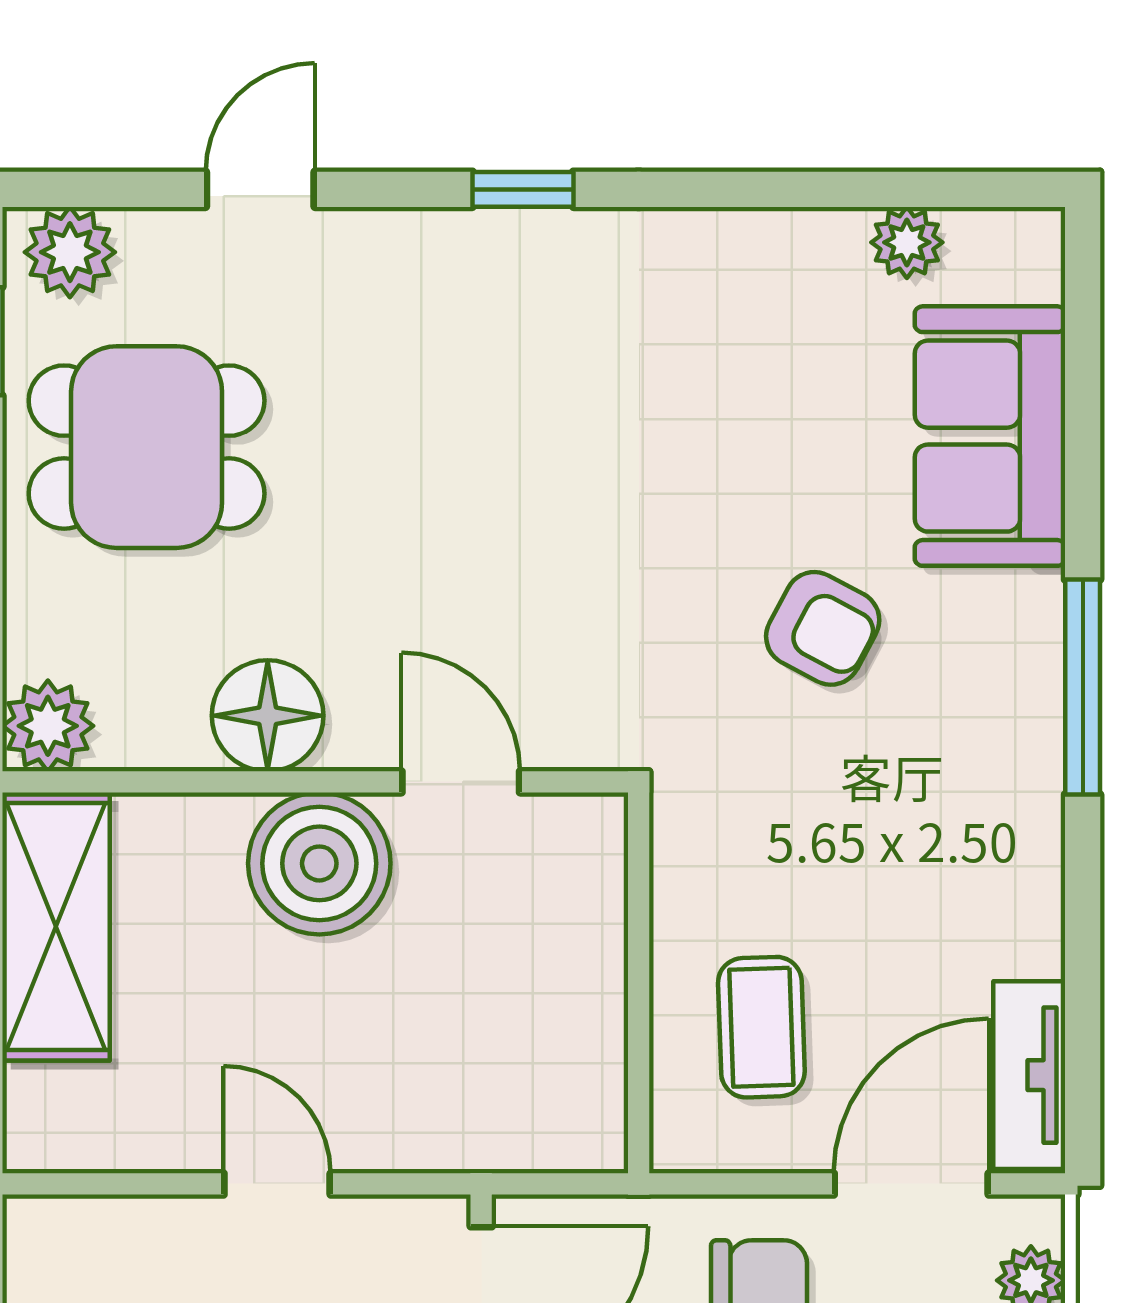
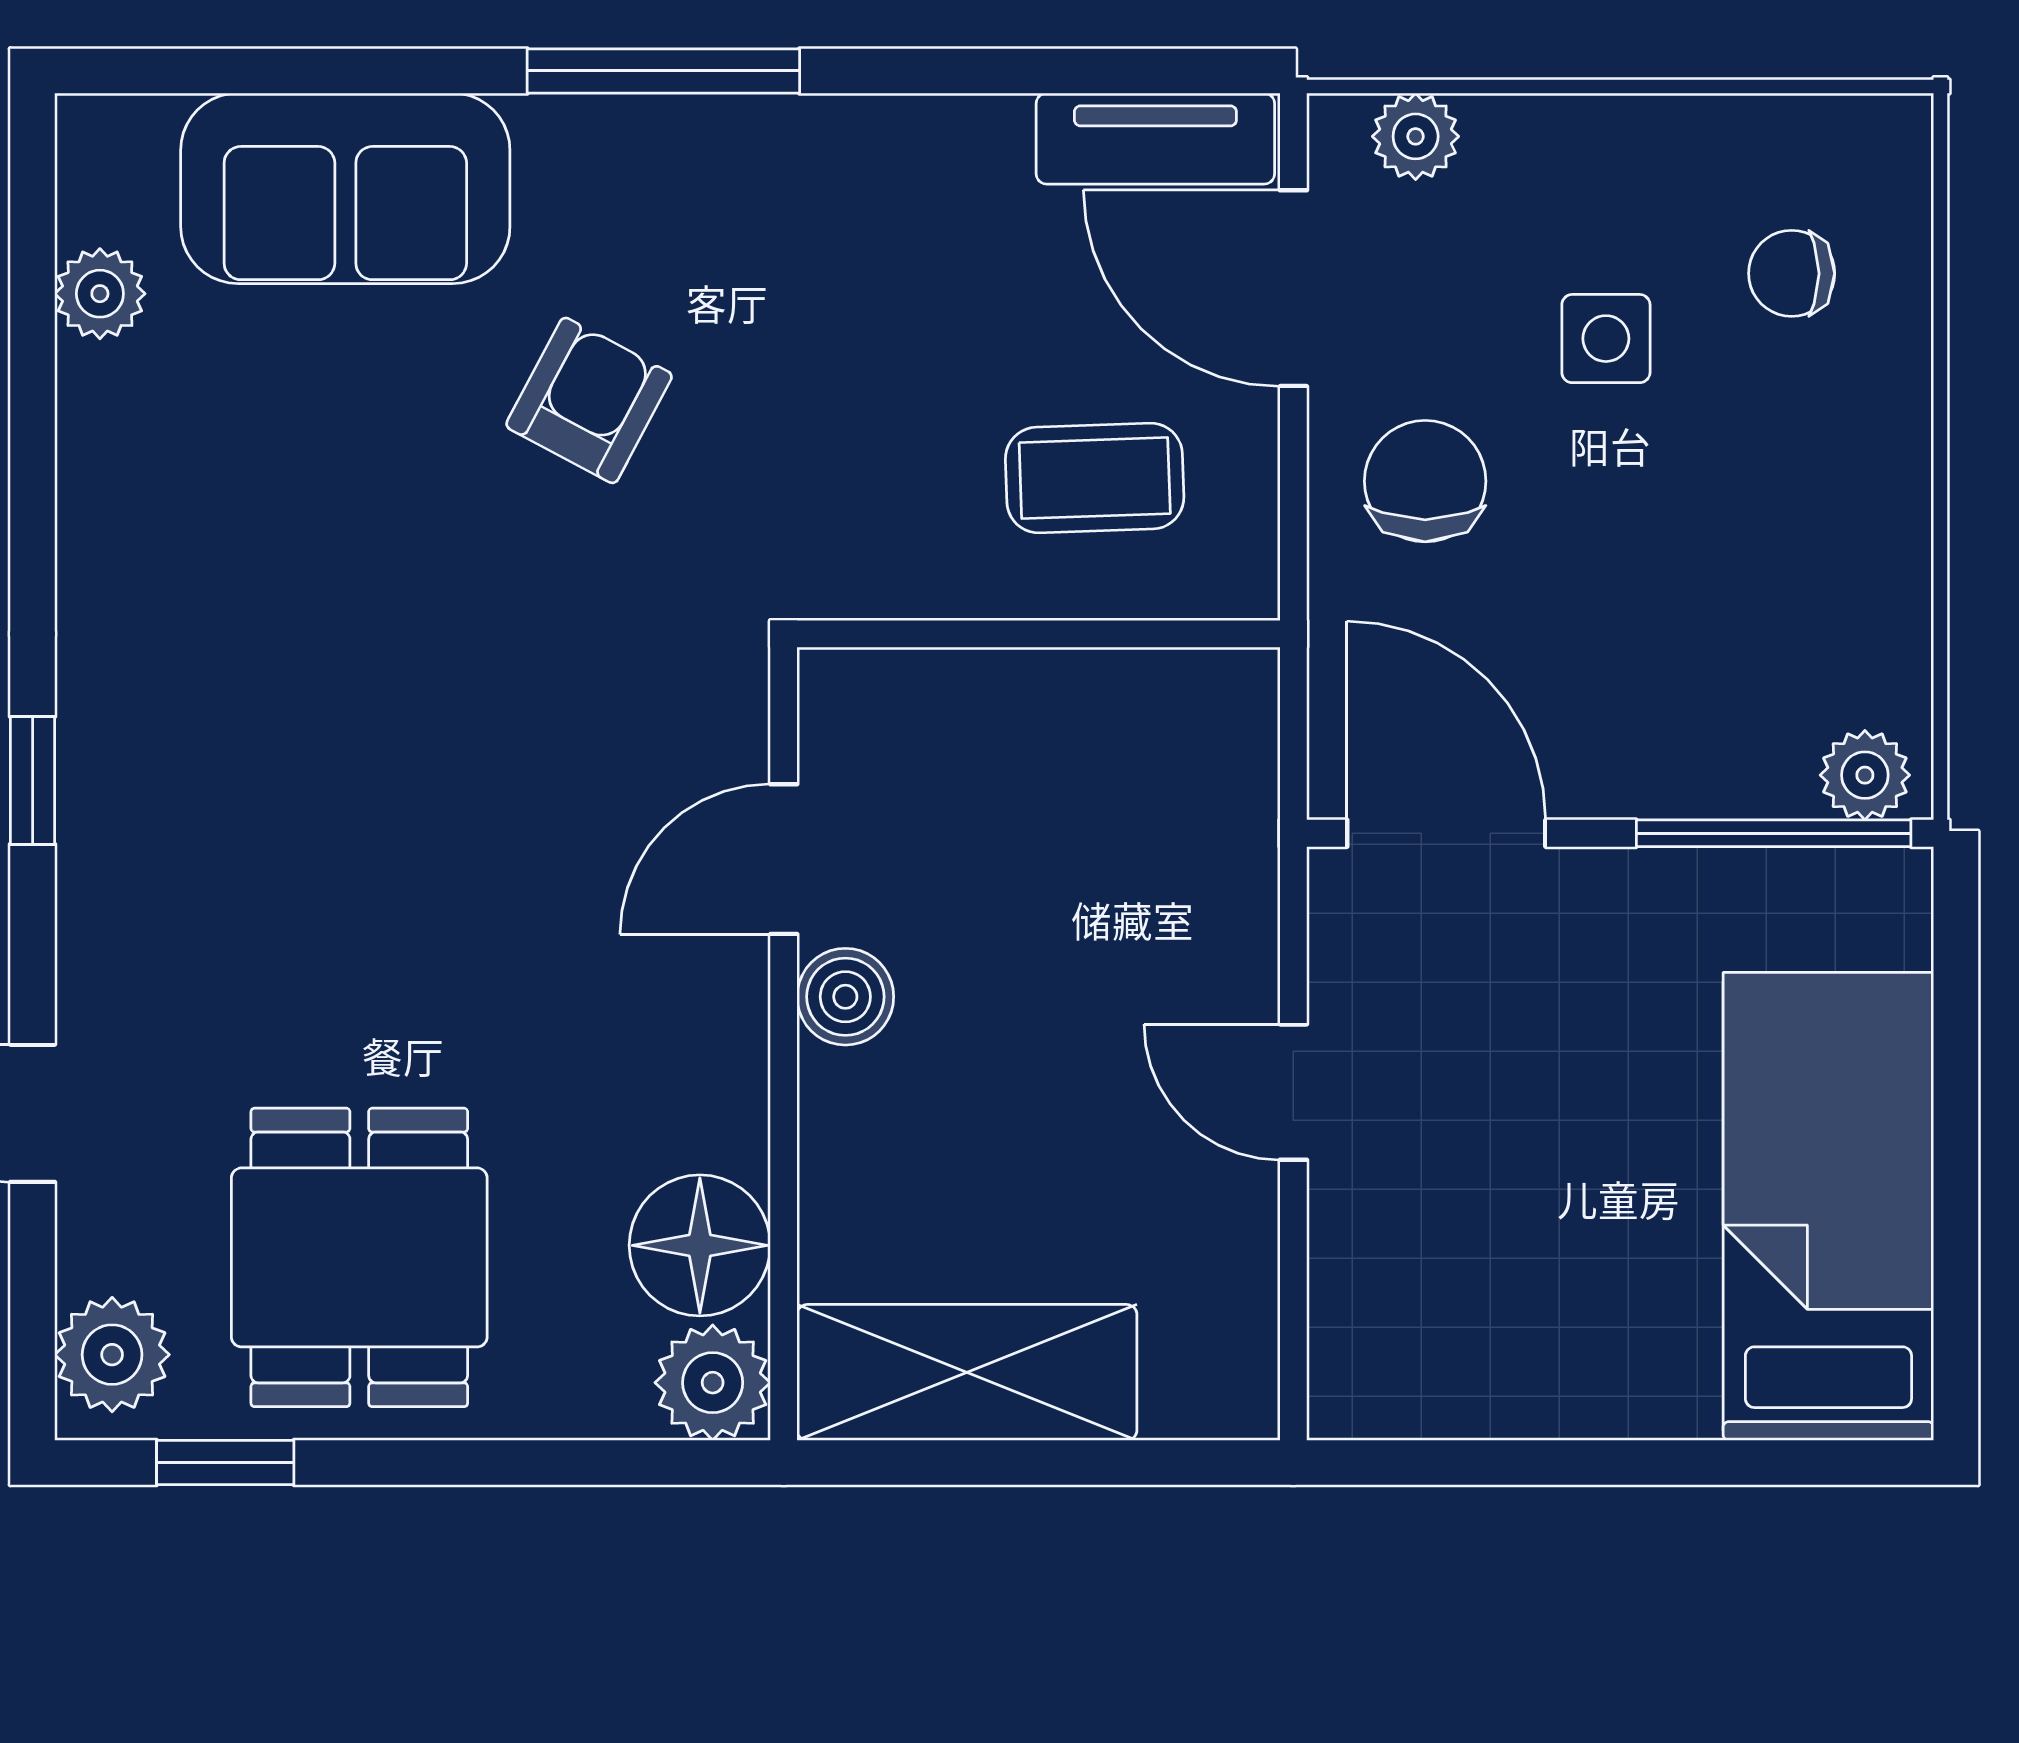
floor lamp: (268, 716) -> (700, 1245), moved
boiler: (319, 863) -> (845, 997), width x0.54, depth x0.54
door: (277, 1184) -> (1293, 1092), hinge flipped

